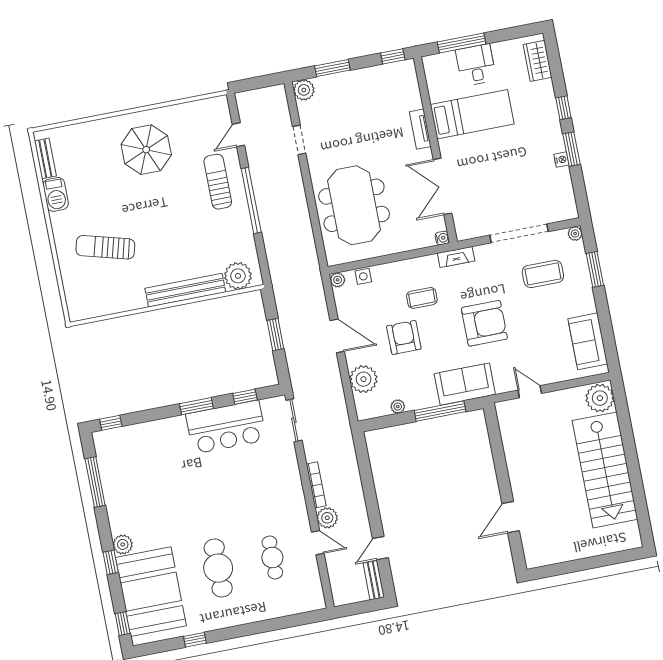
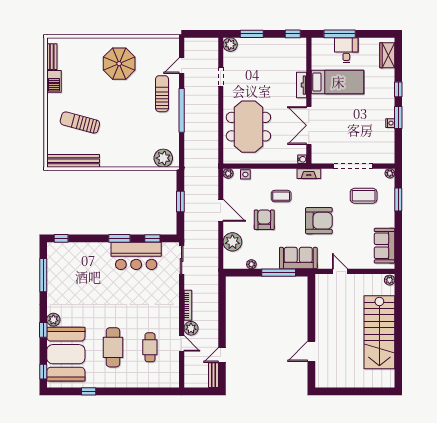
bench: (185, 290) -> (73, 161), moved
plant: (600, 398) -> (390, 280), width x0.53, depth x0.53

